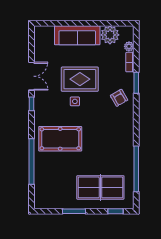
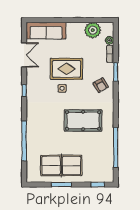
sofa: (77, 35) -> (46, 31), moved
double door: (31, 76) -> (24, 55), moved
pool table: (60, 139) -> (83, 120), moved
table tennis table: (100, 187) -> (61, 165), moved

